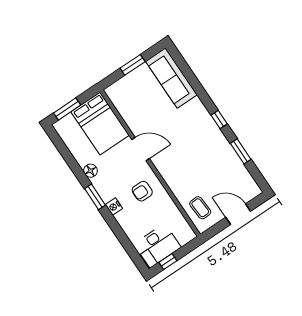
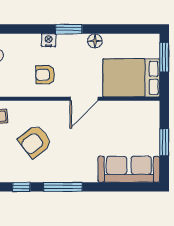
window: (219, 120) -> (63, 187), width x2.17
window: (241, 151) -> (21, 187), width x0.67
armchair: (199, 165) -> (35, 141), added
armchair: (142, 191) -> (45, 75), turned -90

